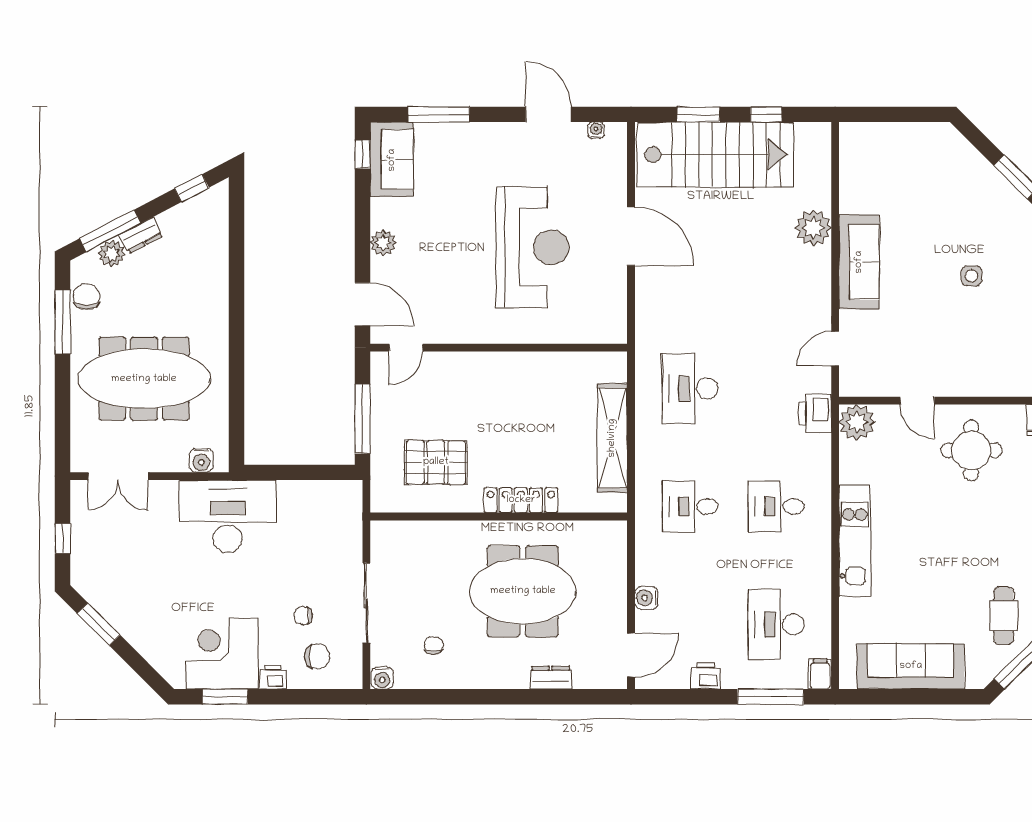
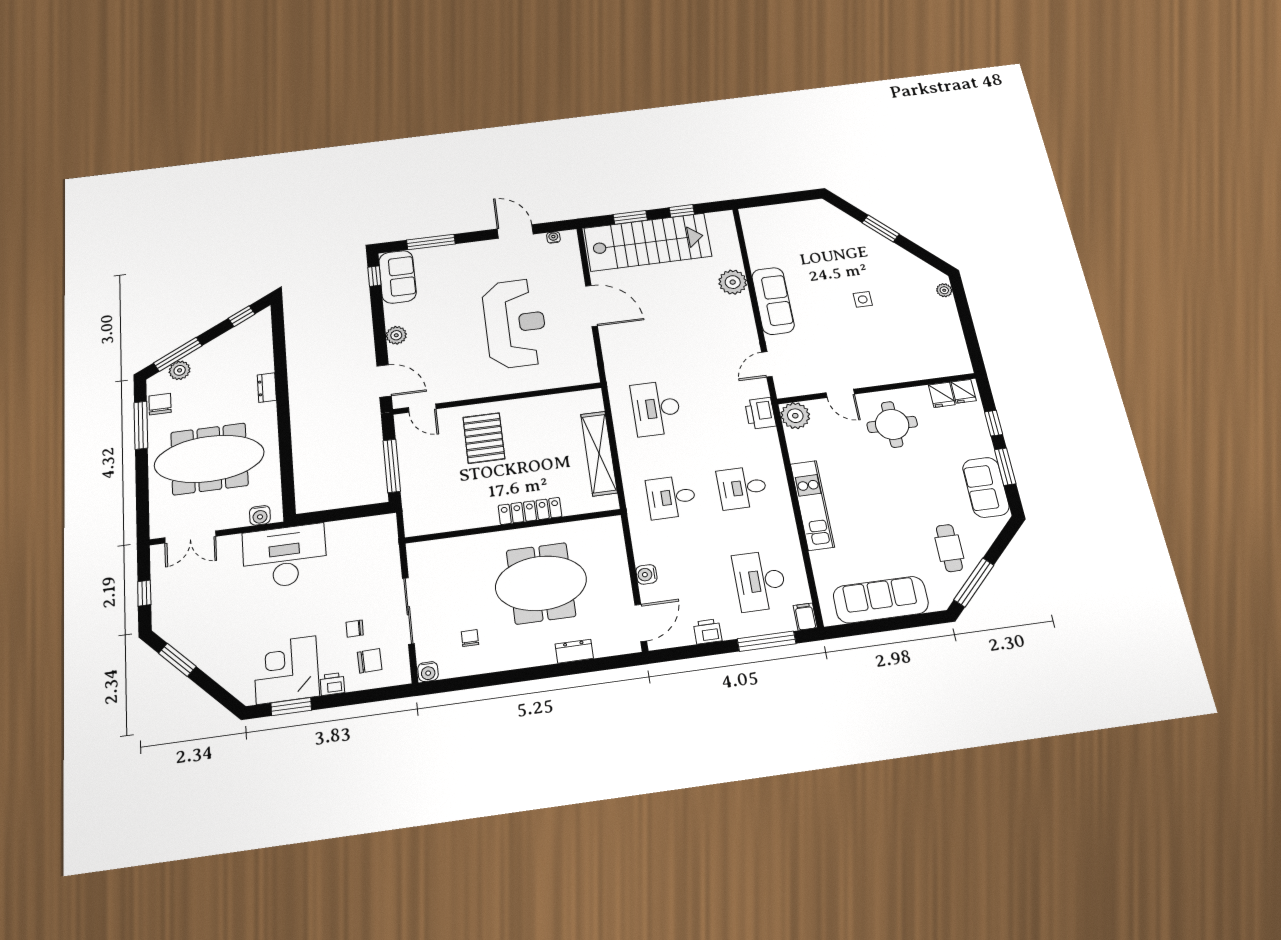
dresser: (141, 235) -> (267, 388), moved, turned 118
door: (406, 348) -> (422, 408), hinge flipped
pallet: (436, 462) -> (484, 438), moved, turned 90

